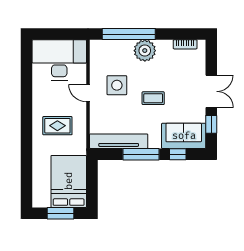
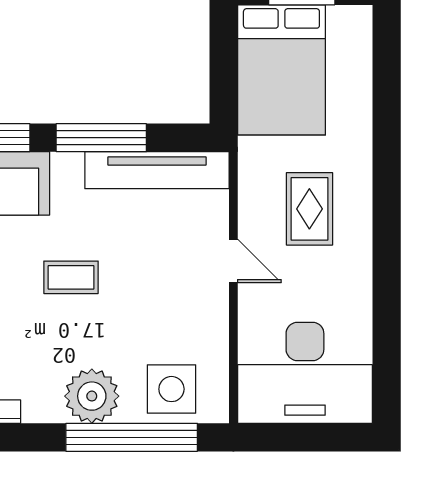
side table: (117, 85) -> (171, 389), moved
door: (88, 93) -> (233, 261), moved
rug: (57, 126) -> (309, 209), turned 90

